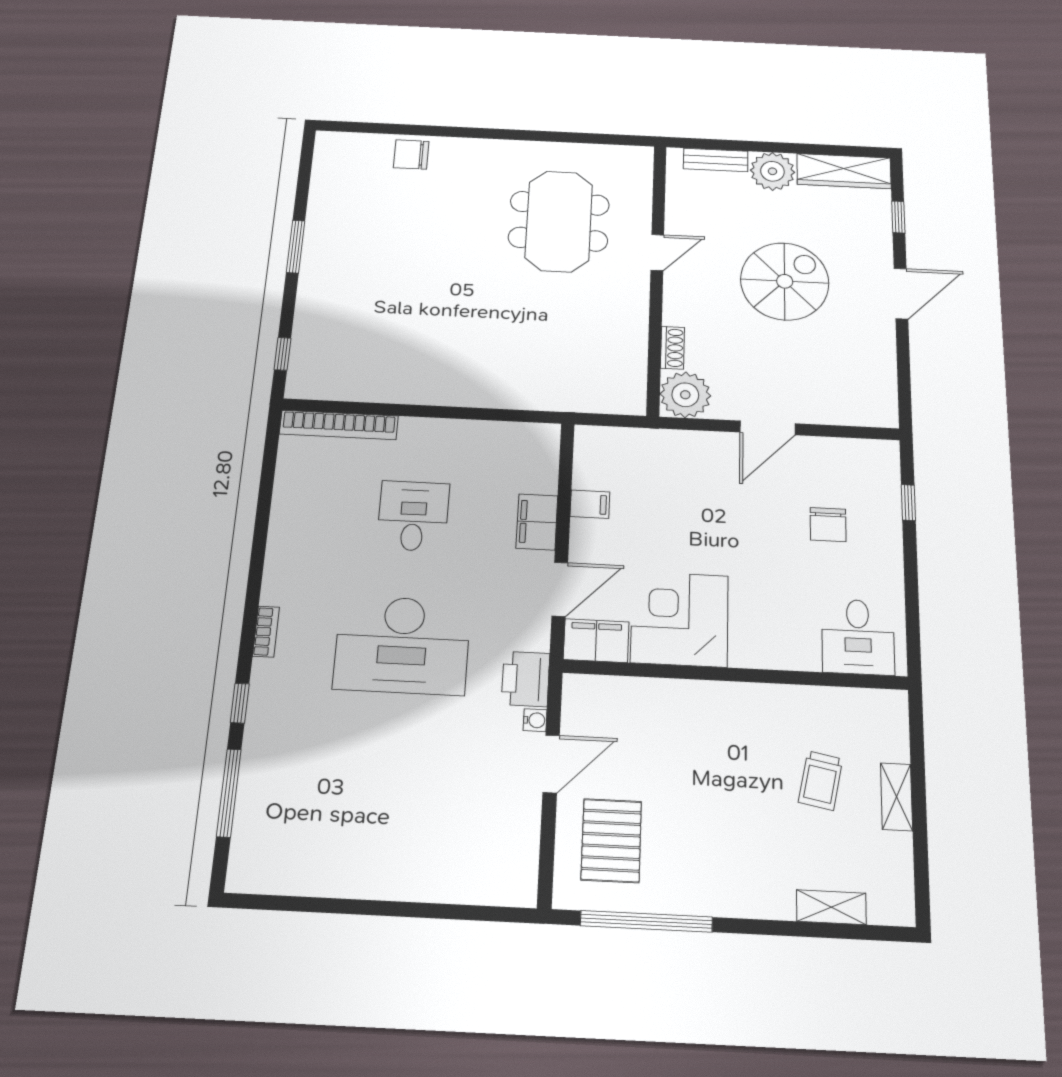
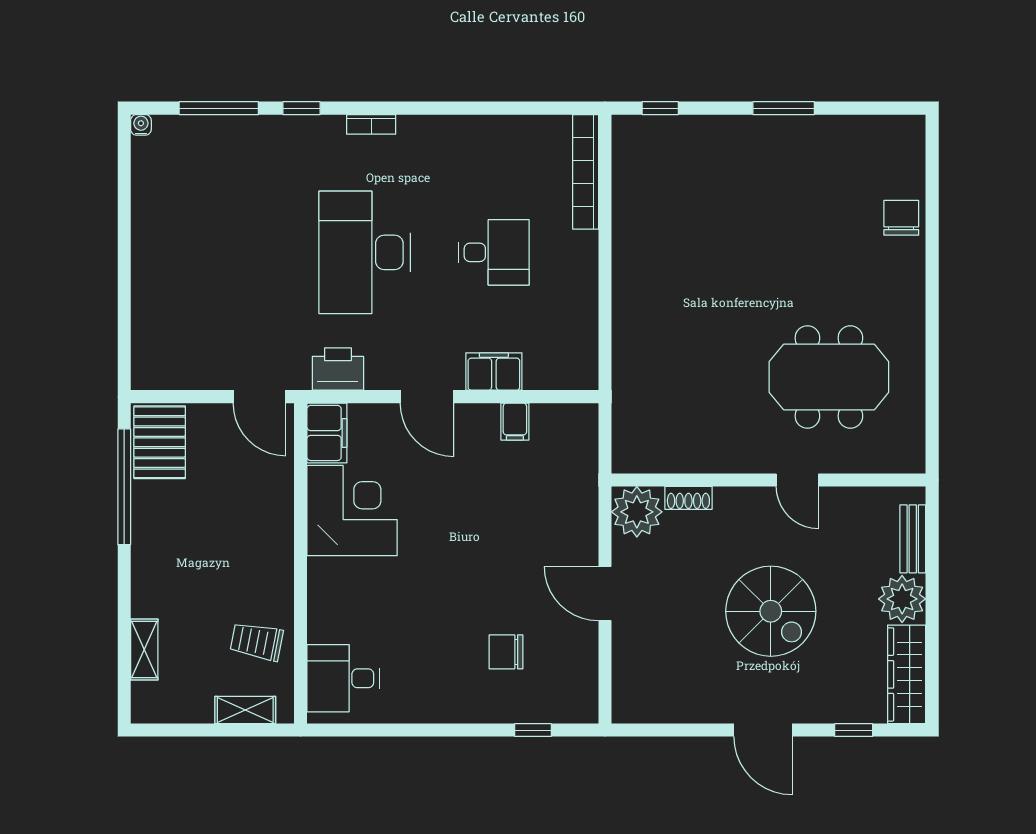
corner desk: (680, 619) -> (352, 511), moved
desk: (858, 637) -> (343, 678), moved
filing cabinet: (596, 641) -> (327, 433), moved
wall: (735, 675) -> (301, 563), moved
water cooler: (535, 720) -> (141, 125), moved, turned 180
pallet: (611, 841) -> (160, 442), moved, turned 90

